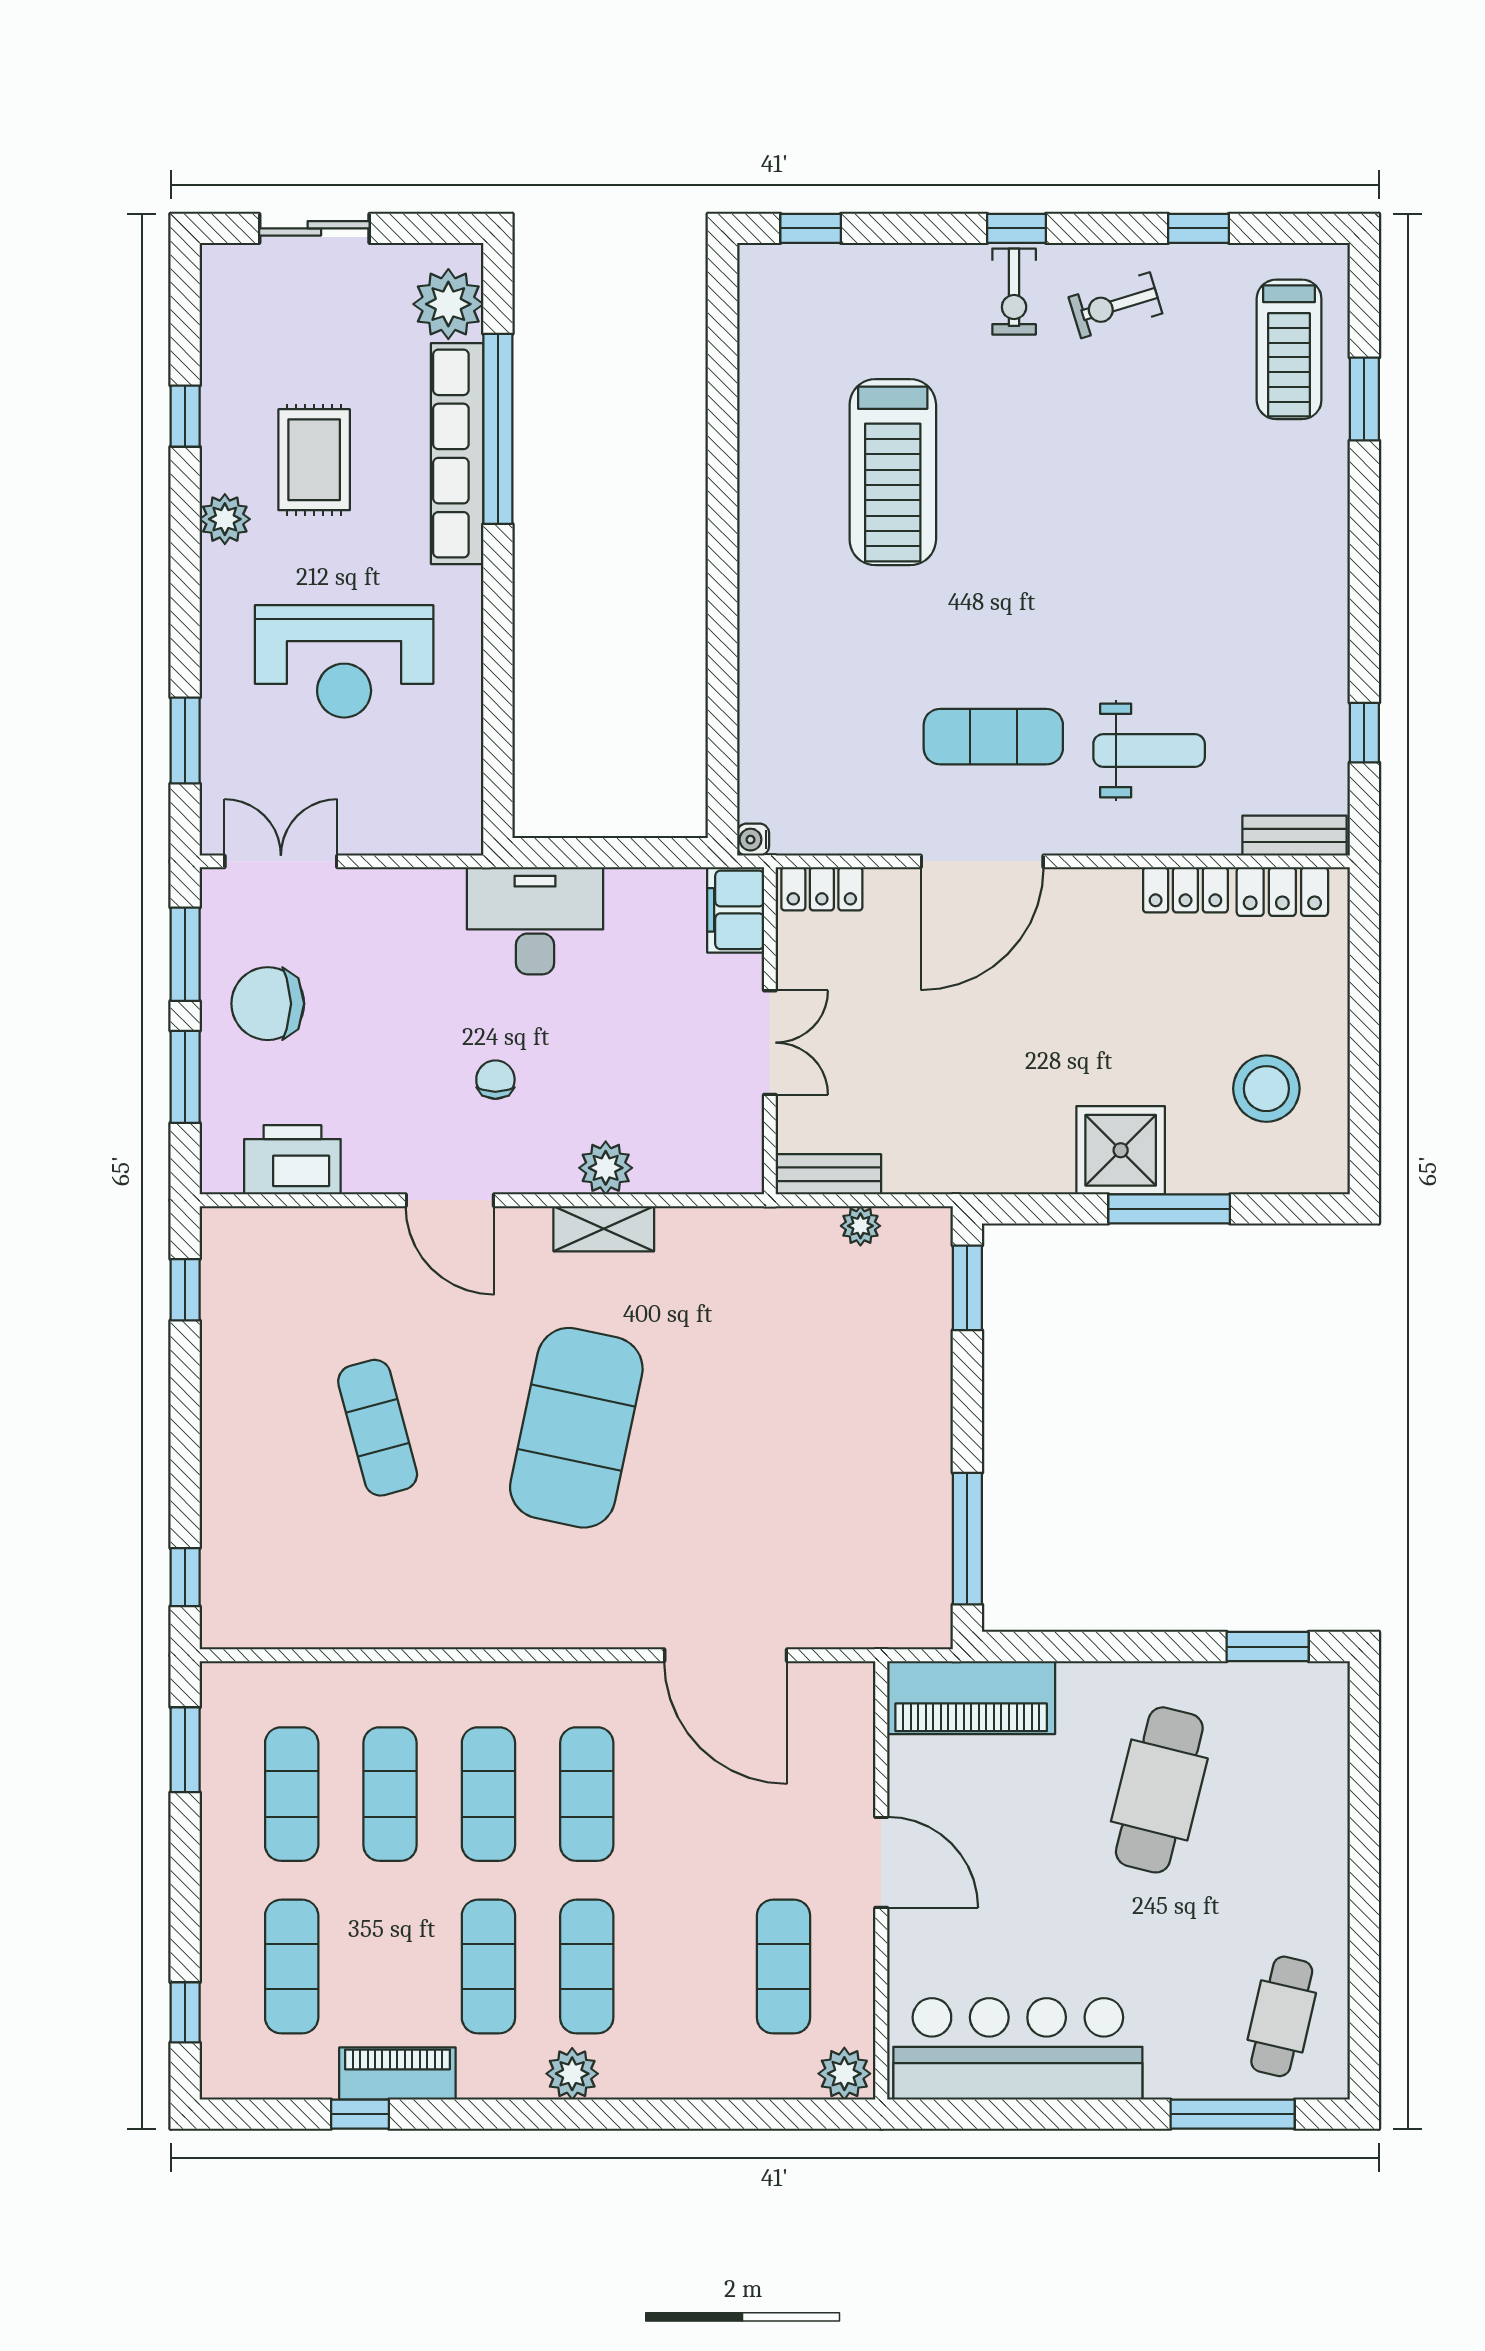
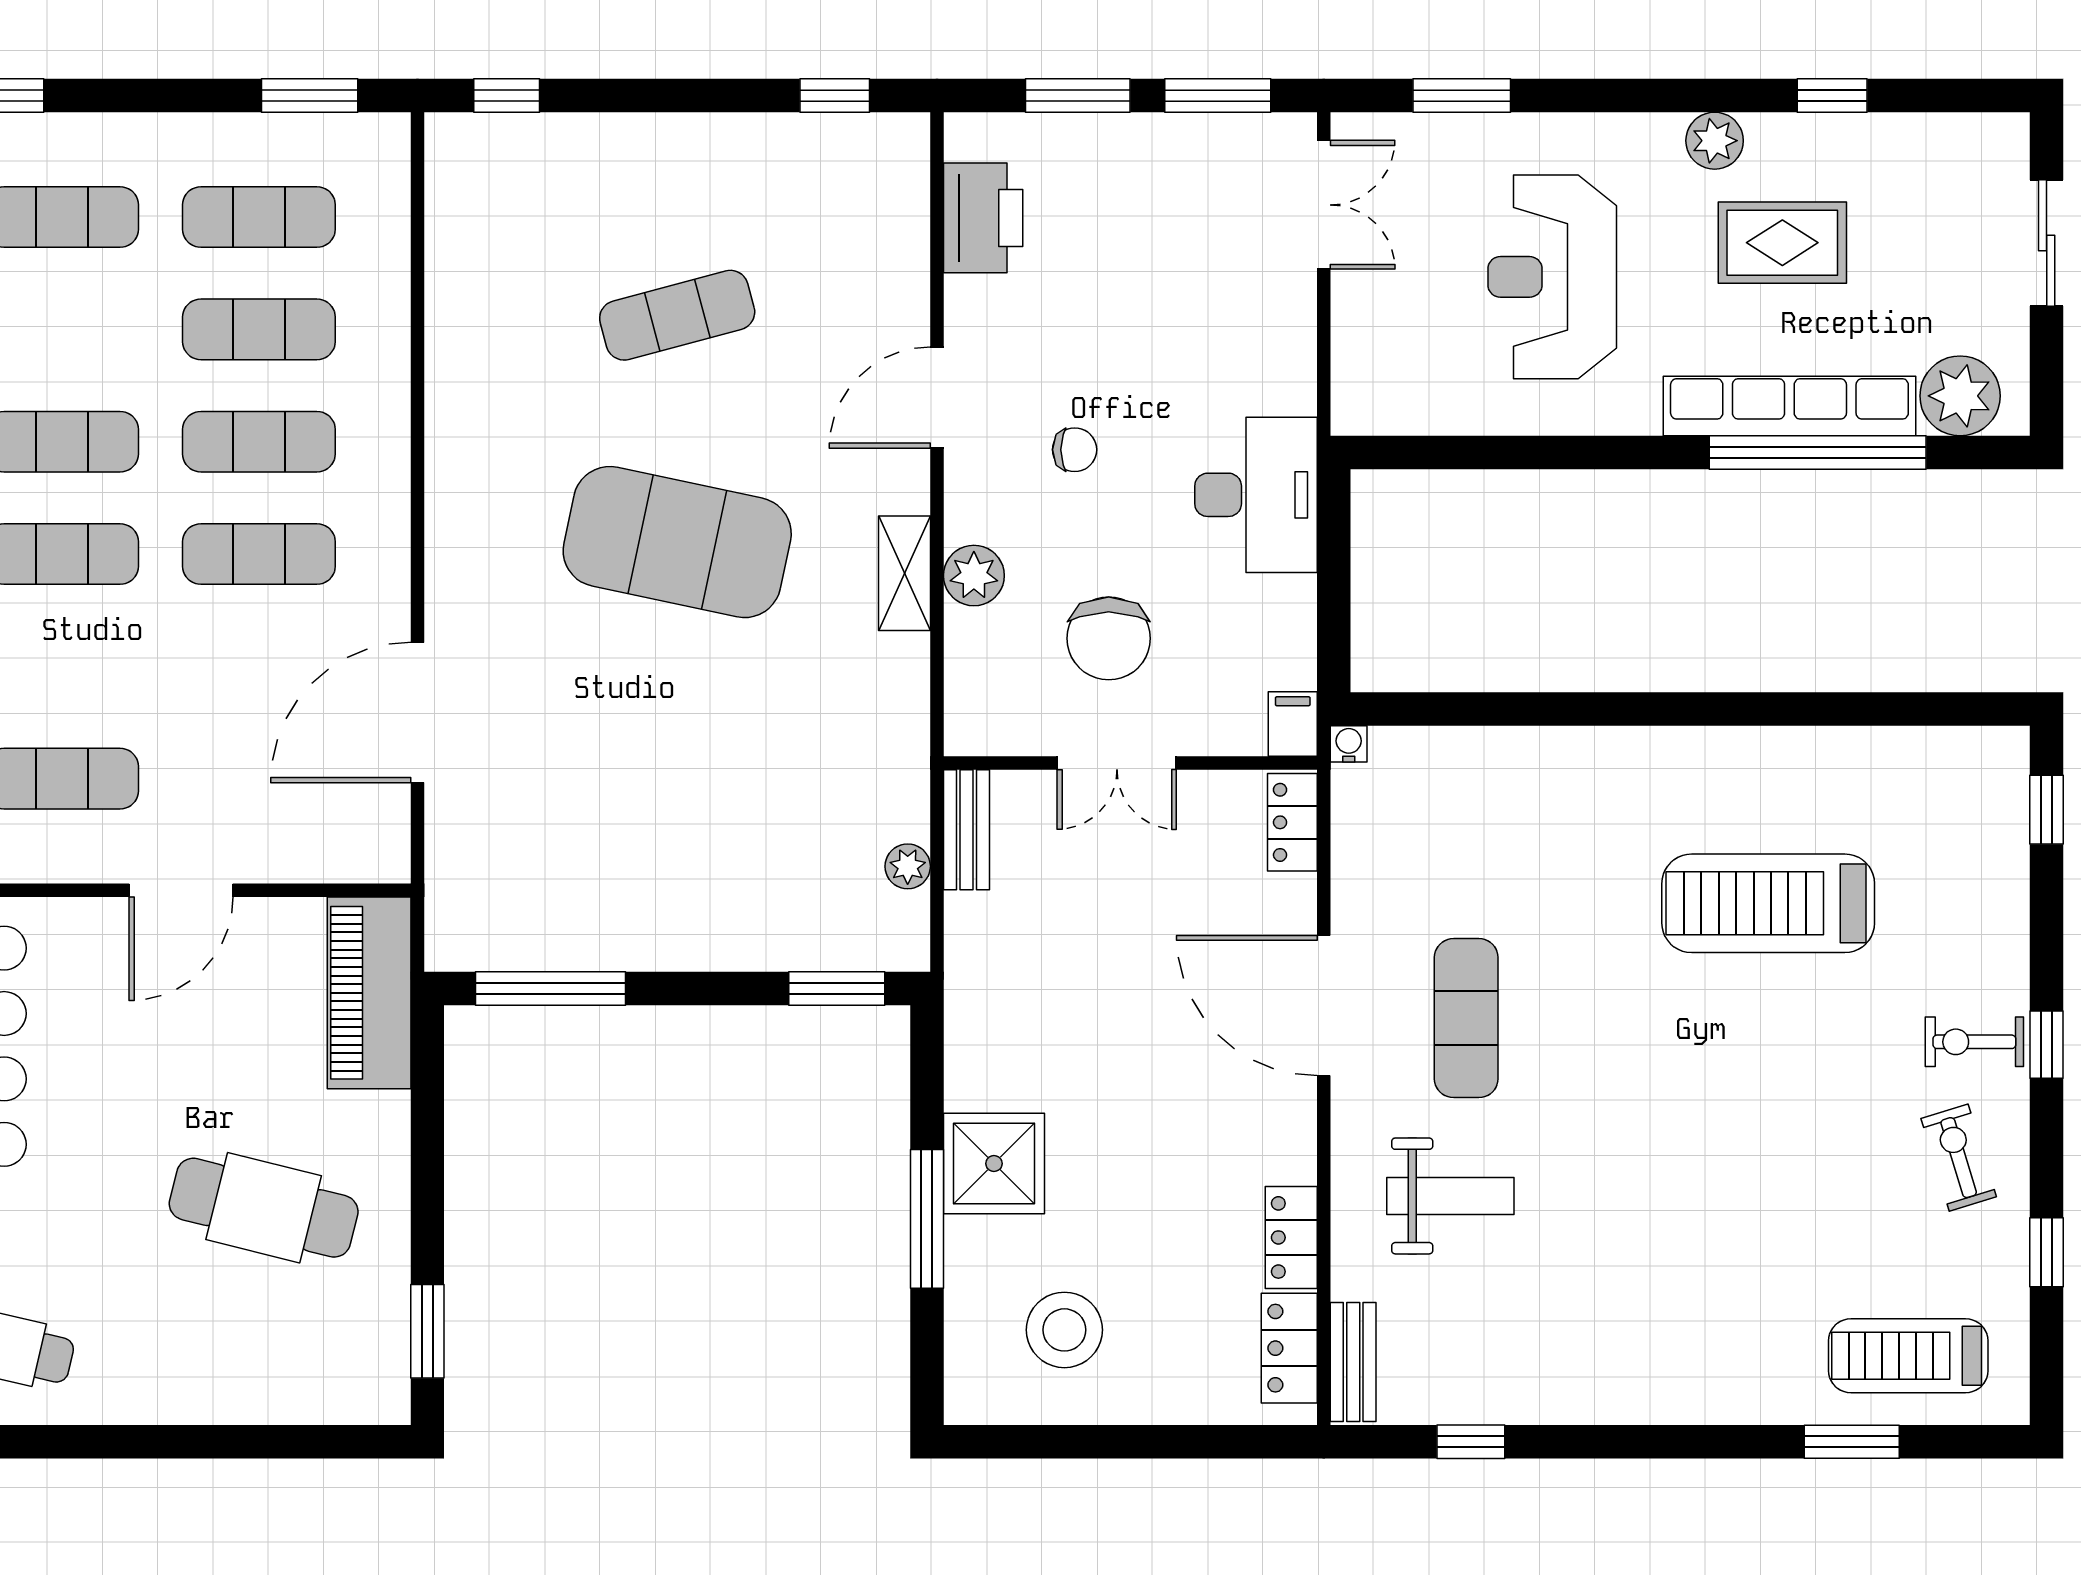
weight bench: (1149, 750) -> (1450, 1196), turned -90
filing cabinet: (736, 910) -> (1293, 724), width x0.50
chair: (268, 1004) -> (1109, 638), moved, turned 180

